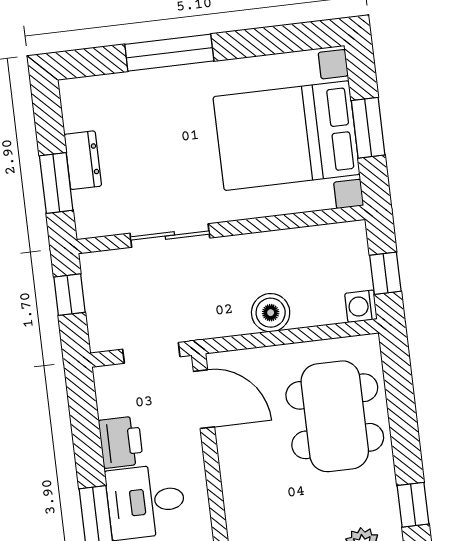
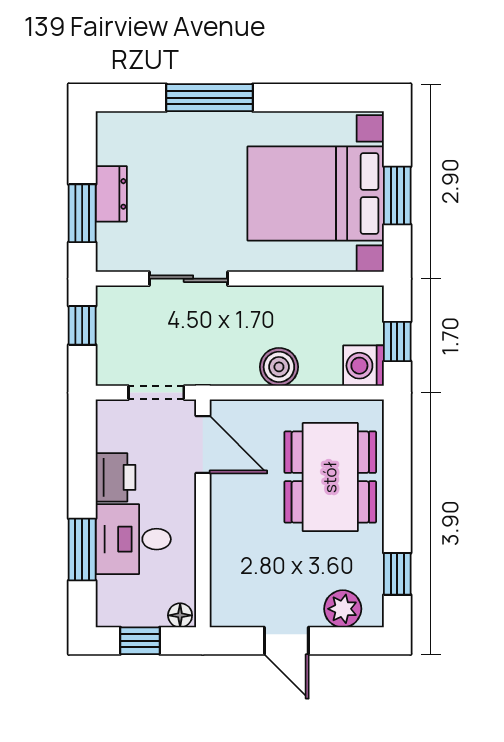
washing machine: (361, 306) -> (364, 366), width x1.38, depth x1.38

